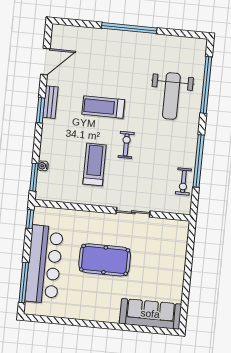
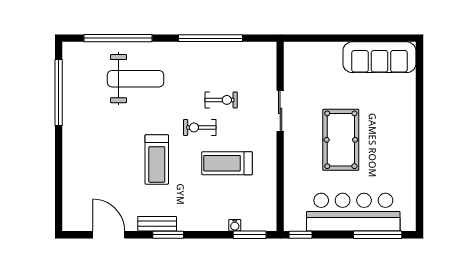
window: (129, 28) -> (59, 93), moved
exercise bike: (183, 182) -> (221, 100), moved
sofa: (150, 314) -> (379, 57), moved, turned -90

